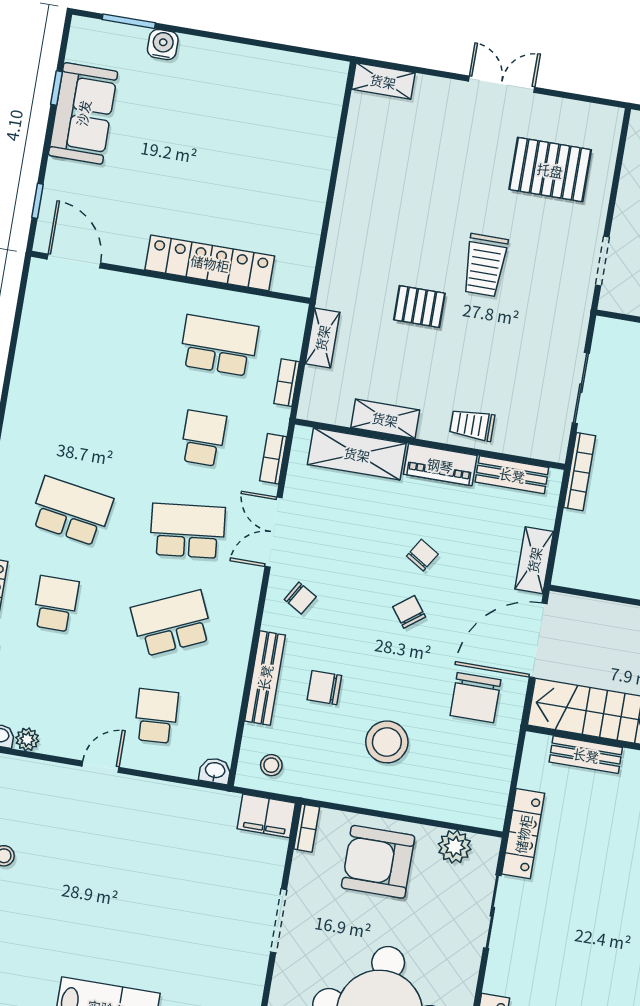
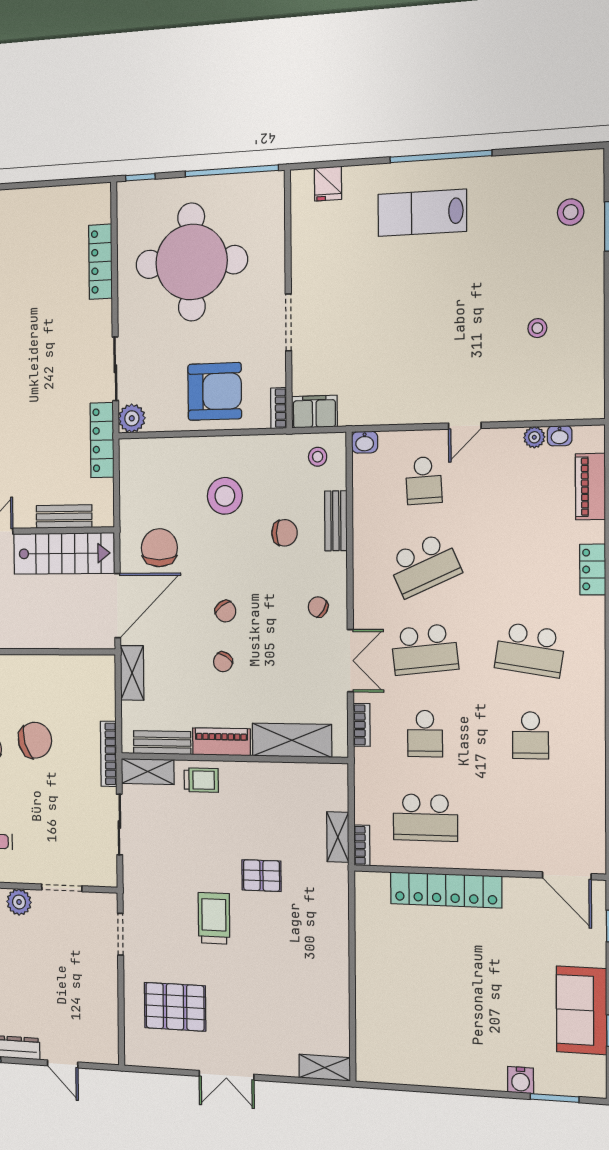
bookcase: (287, 383) -> (362, 845), moved
shelving: (385, 419) -> (148, 772), moved
school desk: (56, 604) -> (531, 735), moved
bench: (265, 678) -> (336, 521), width x0.73
plant: (455, 847) -> (132, 418), moved

